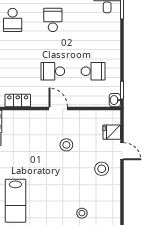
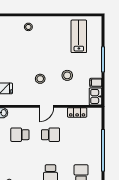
door: (58, 109) -> (46, 106), hinge flipped
stool: (102, 169) -> (67, 75), moved

